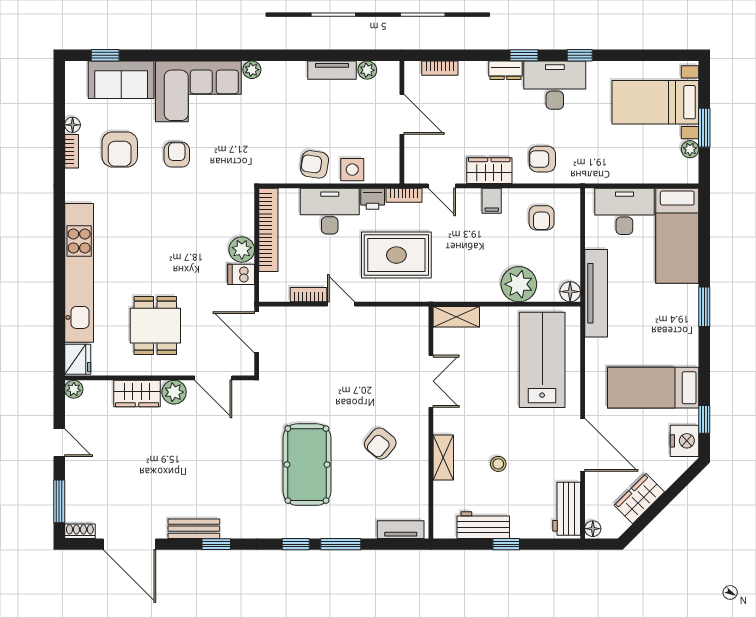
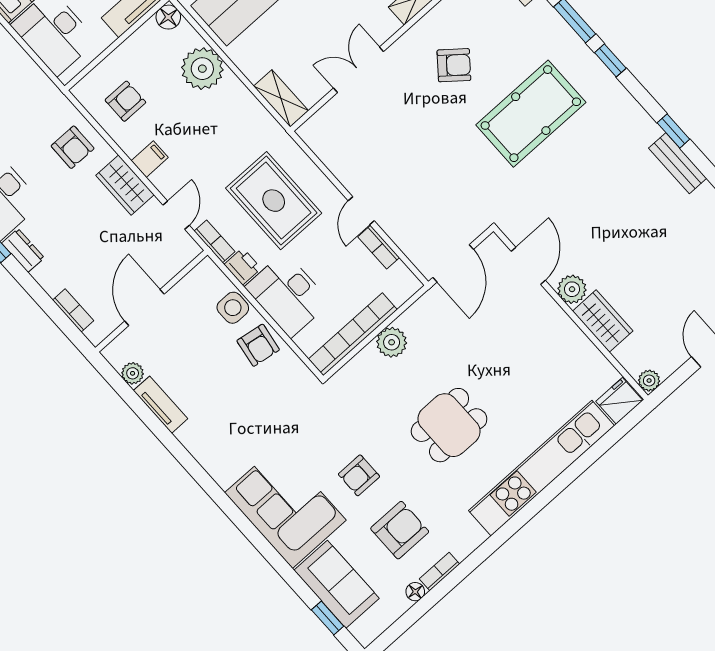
plant: (252, 70) -> (224, 476), removed
dishwasher: (241, 274) -> (414, 323), removed
dining table: (155, 326) -> (449, 425), moved

